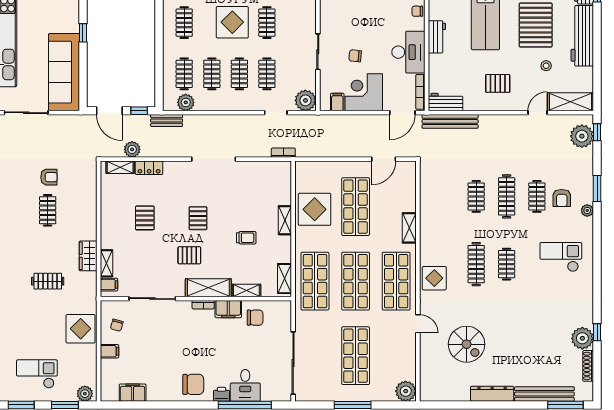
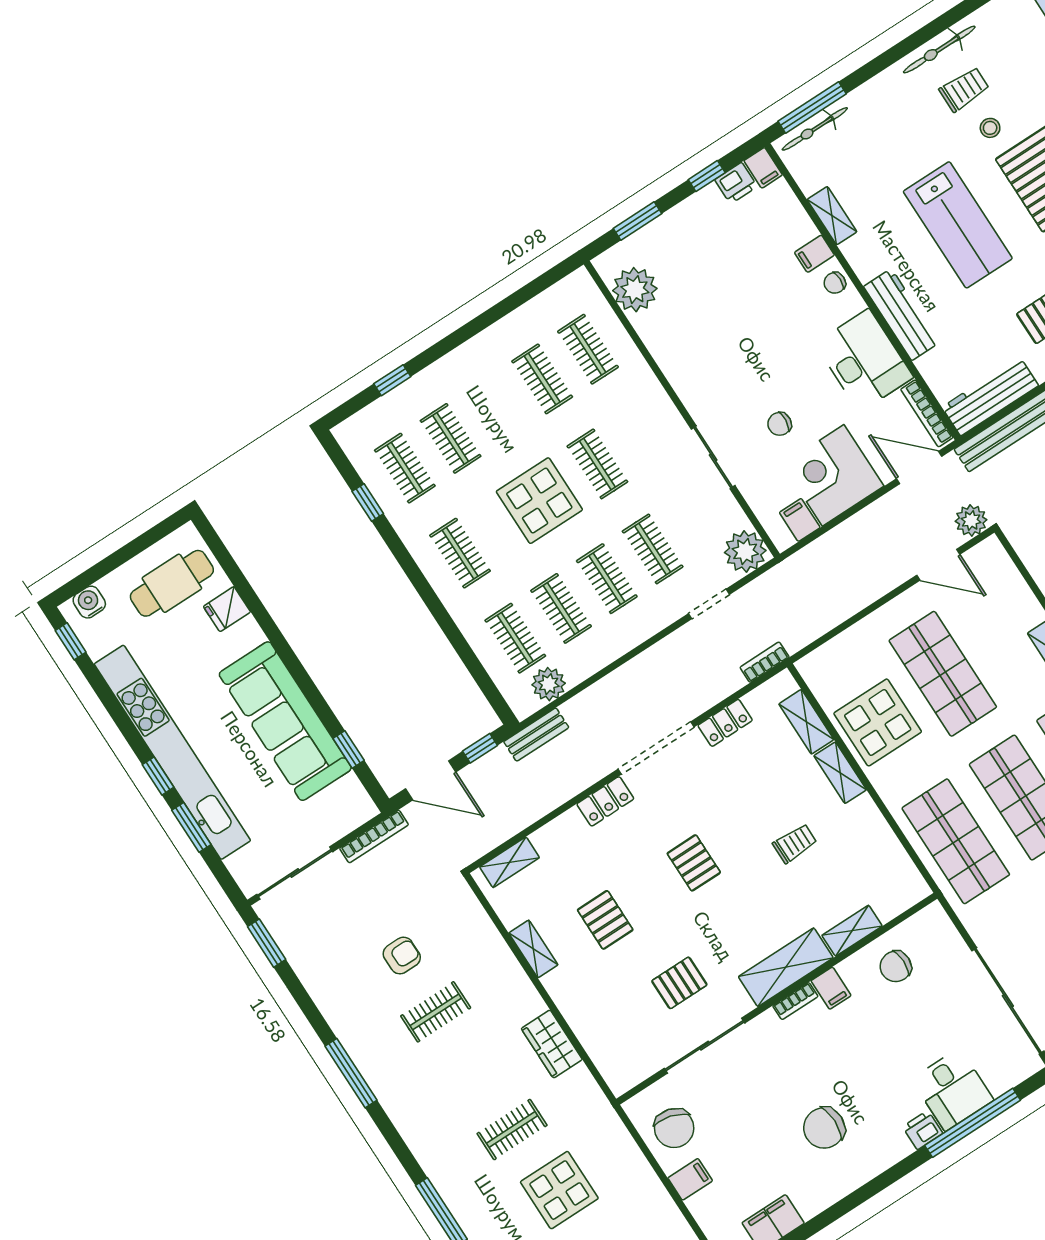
window: (83, 33) -> (349, 749), moved
workbench: (437, 37) -> (901, 315), width x1.38
sofa: (64, 72) -> (285, 721), moved
workbench: (446, 102) -> (990, 396), width x1.38
door: (402, 113) -> (919, 468), swing flipped
bookcase: (70, 119) -> (374, 836), added
plant: (132, 149) -> (971, 520), moved
door: (384, 159) -> (938, 565), hinge flipped
locker: (250, 167) -> (725, 723), added
locker: (149, 168) -> (605, 801), moved
clothes rail: (48, 210) -> (436, 1012), turned 90
pallet: (189, 255) -> (679, 983), moved
shelving: (106, 263) -> (533, 949), moved
shelving: (285, 279) -> (806, 722), moved
filing cabinet: (109, 285) -> (617, 1069), removed
filing cabinet: (228, 309) -> (831, 988), width x0.50
chair: (255, 318) -> (896, 966), turned 180
chair: (117, 325) -> (674, 1128), width x1.87, depth x1.87
display table: (81, 329) -> (559, 1190), moved
chair: (193, 384) -> (824, 1128), moved, turned 180

